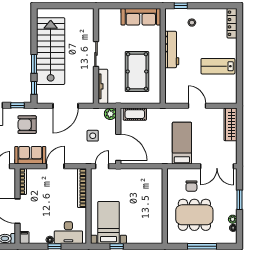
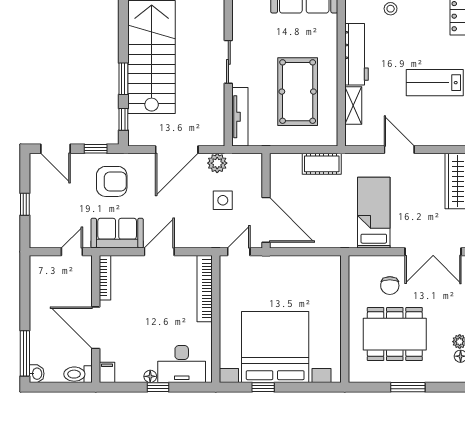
shelving: (170, 80) -> (353, 105), added
plant: (110, 114) -> (217, 163), moved
cot: (135, 114) -> (322, 164), moved
armchair: (27, 125) -> (112, 181), turned 180
bed with nightstands: (109, 222) -> (275, 347), width x1.85
window: (202, 246) -> (408, 387), width x0.69

